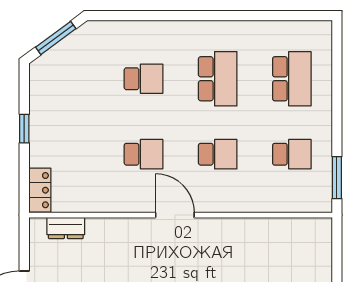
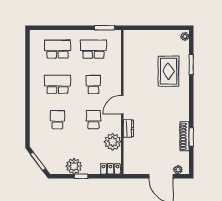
plant: (46, 113) -> (74, 166), added
school desk: (292, 154) -> (93, 49), width x1.85
plant: (97, 195) -> (113, 142), added
dresser: (66, 228) -> (128, 128), moved

